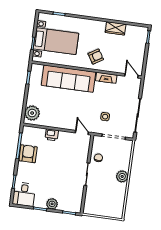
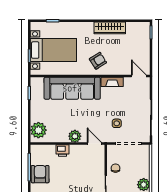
wardrobe: (116, 28) -> (110, 28), width x1.50
plant: (65, 123) -> (75, 136), added

